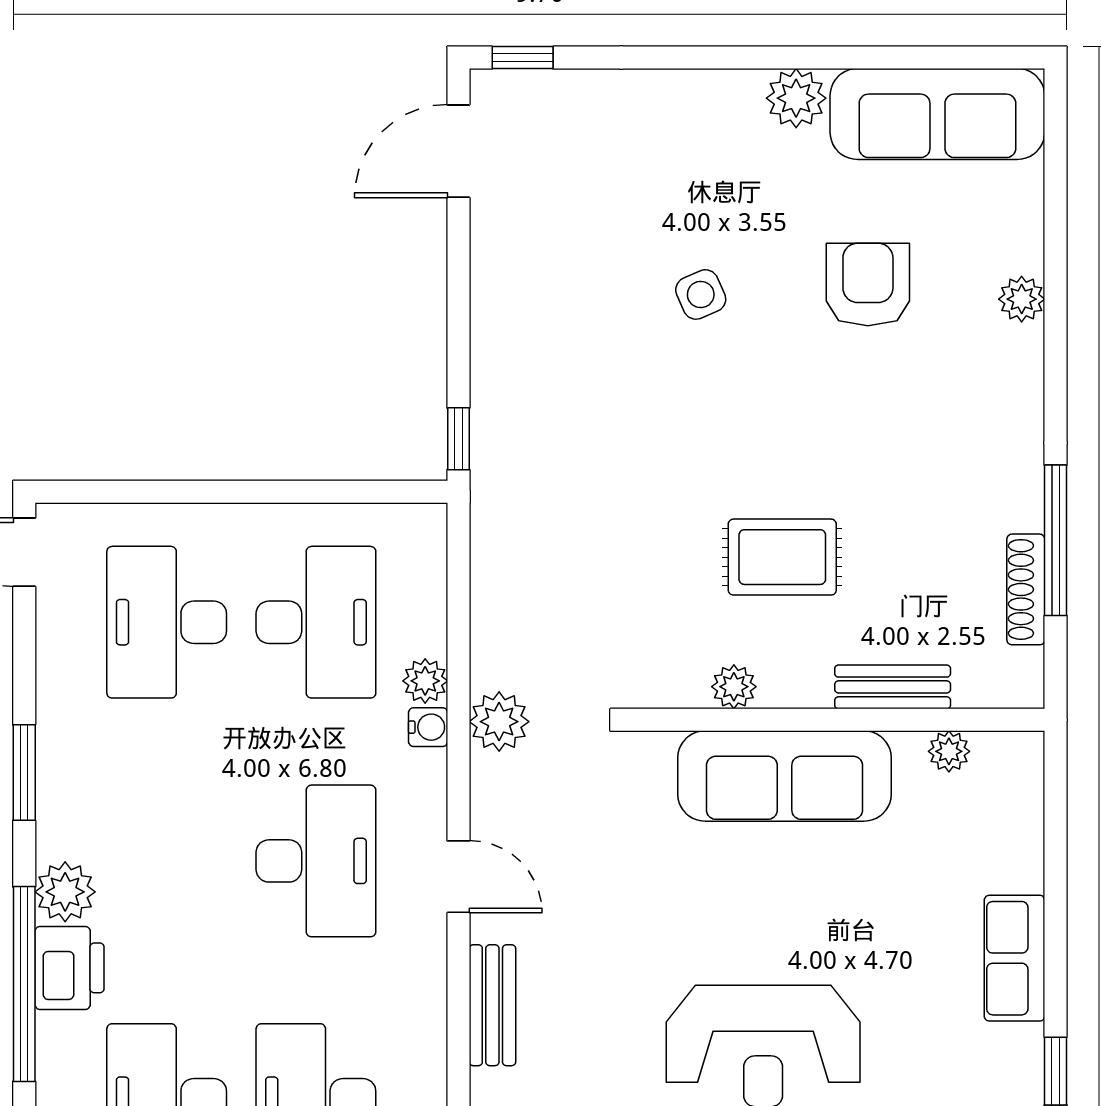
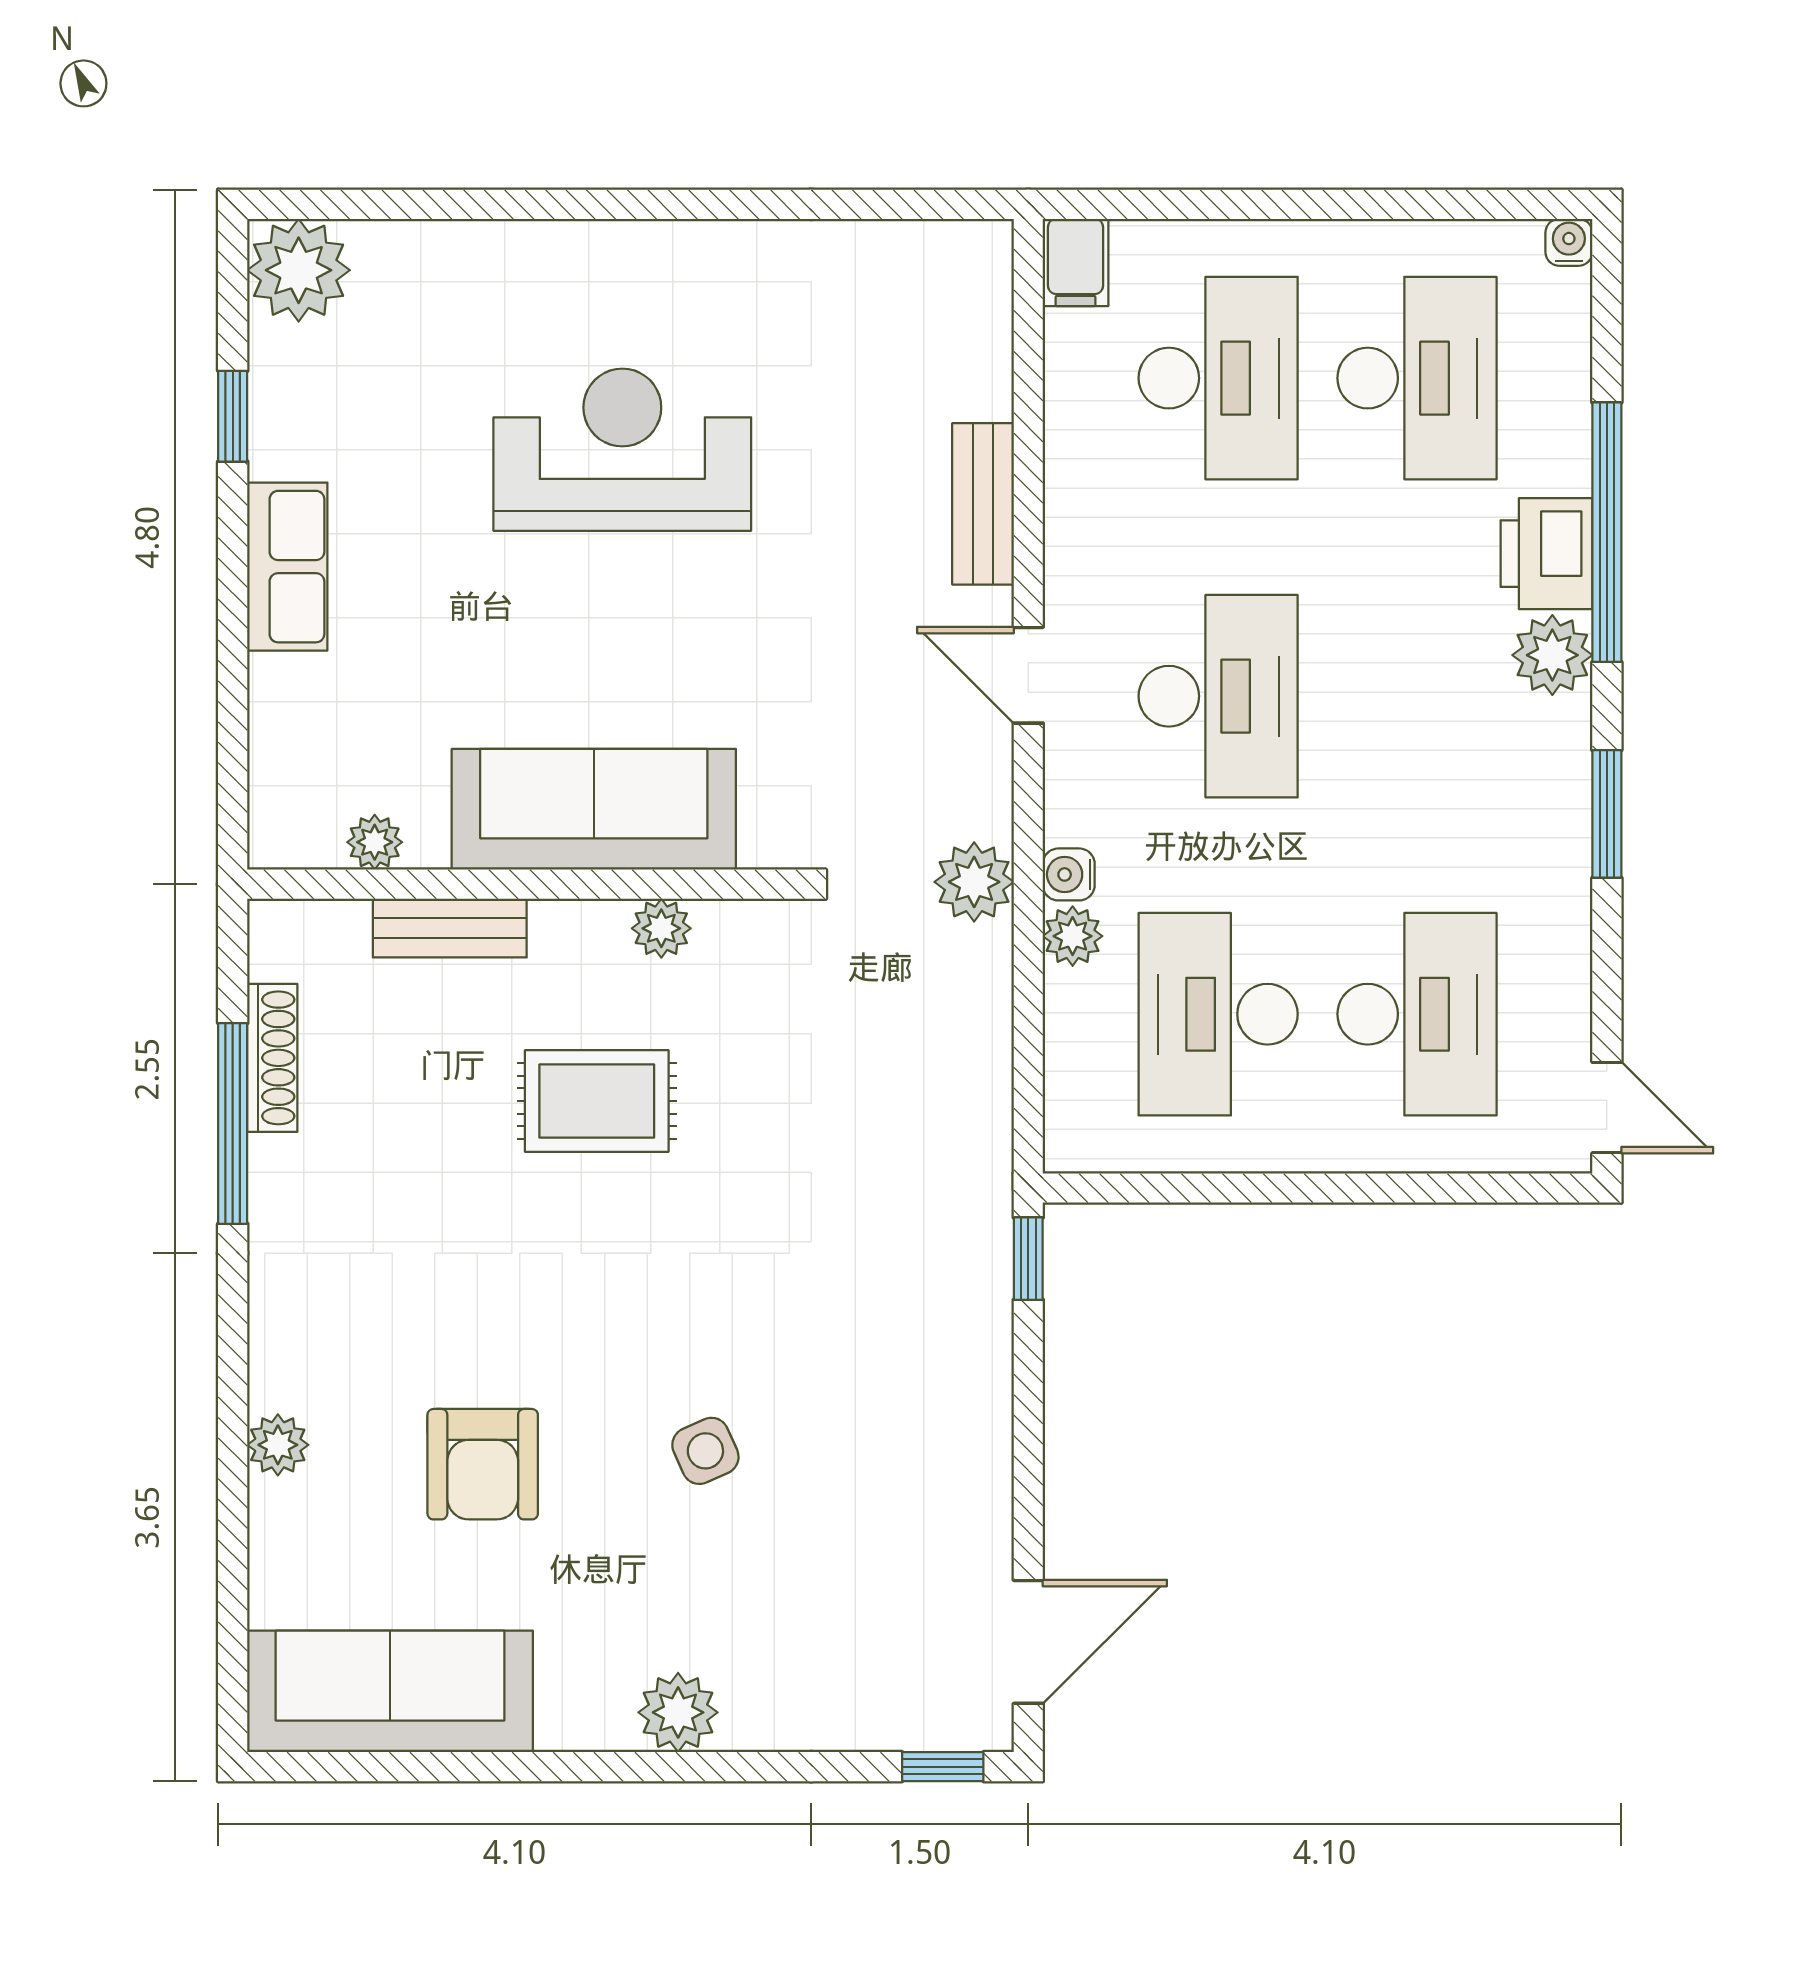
plant: (796, 98) -> (678, 1712), moved
desk: (316, 861) -> (1218, 696), turned 180

